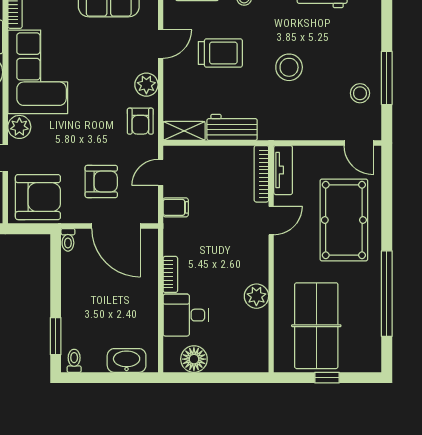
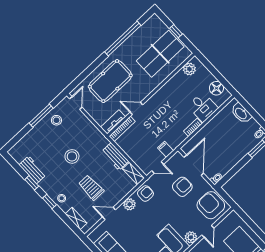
armchair: (101, 181) -> (182, 187), turned 90
plant: (256, 296) -> (189, 69), moved

